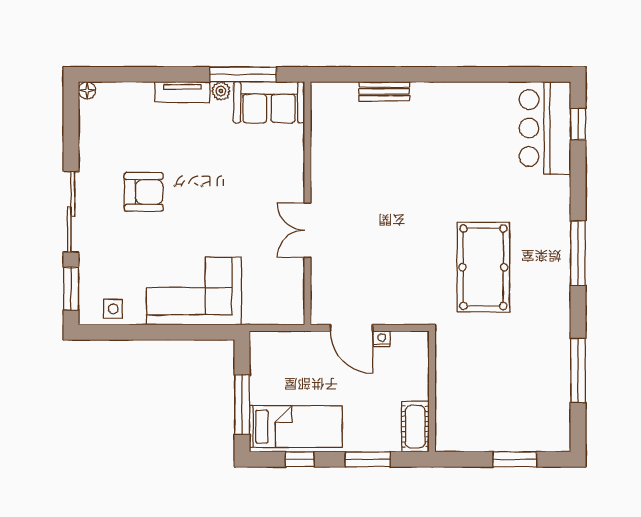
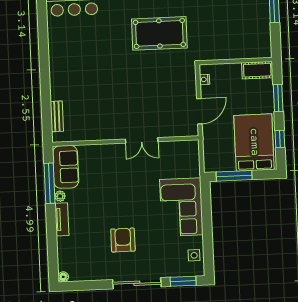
bench: (384, 91) -> (57, 116), moved
nightstand: (382, 339) -> (205, 79), moved
window: (242, 404) -> (234, 176), moved
bed: (296, 427) -> (254, 142), width x1.50

